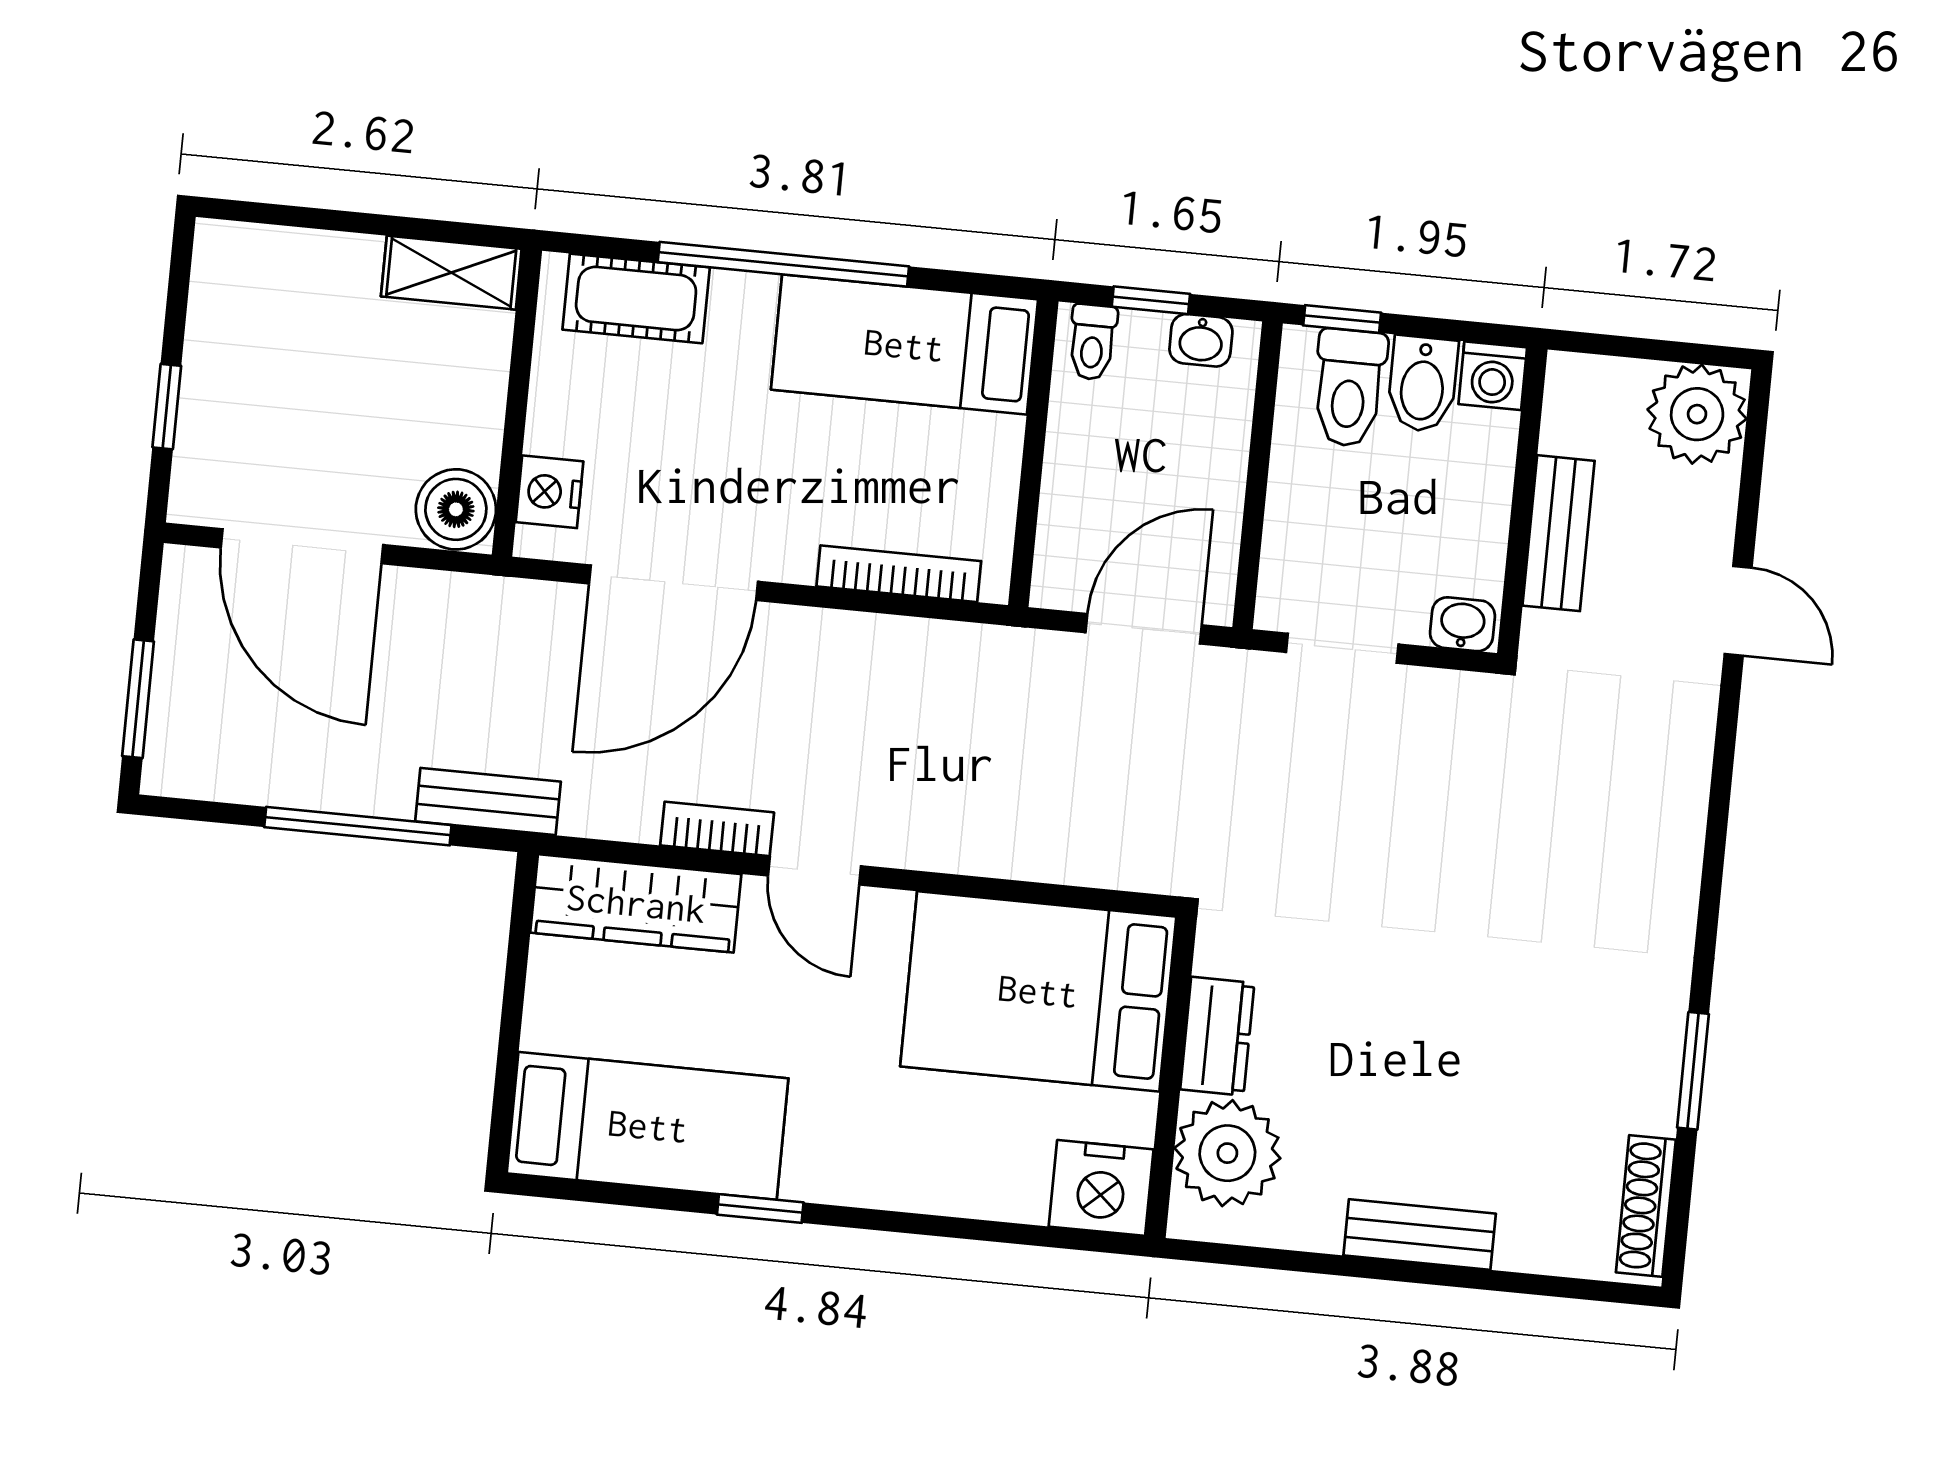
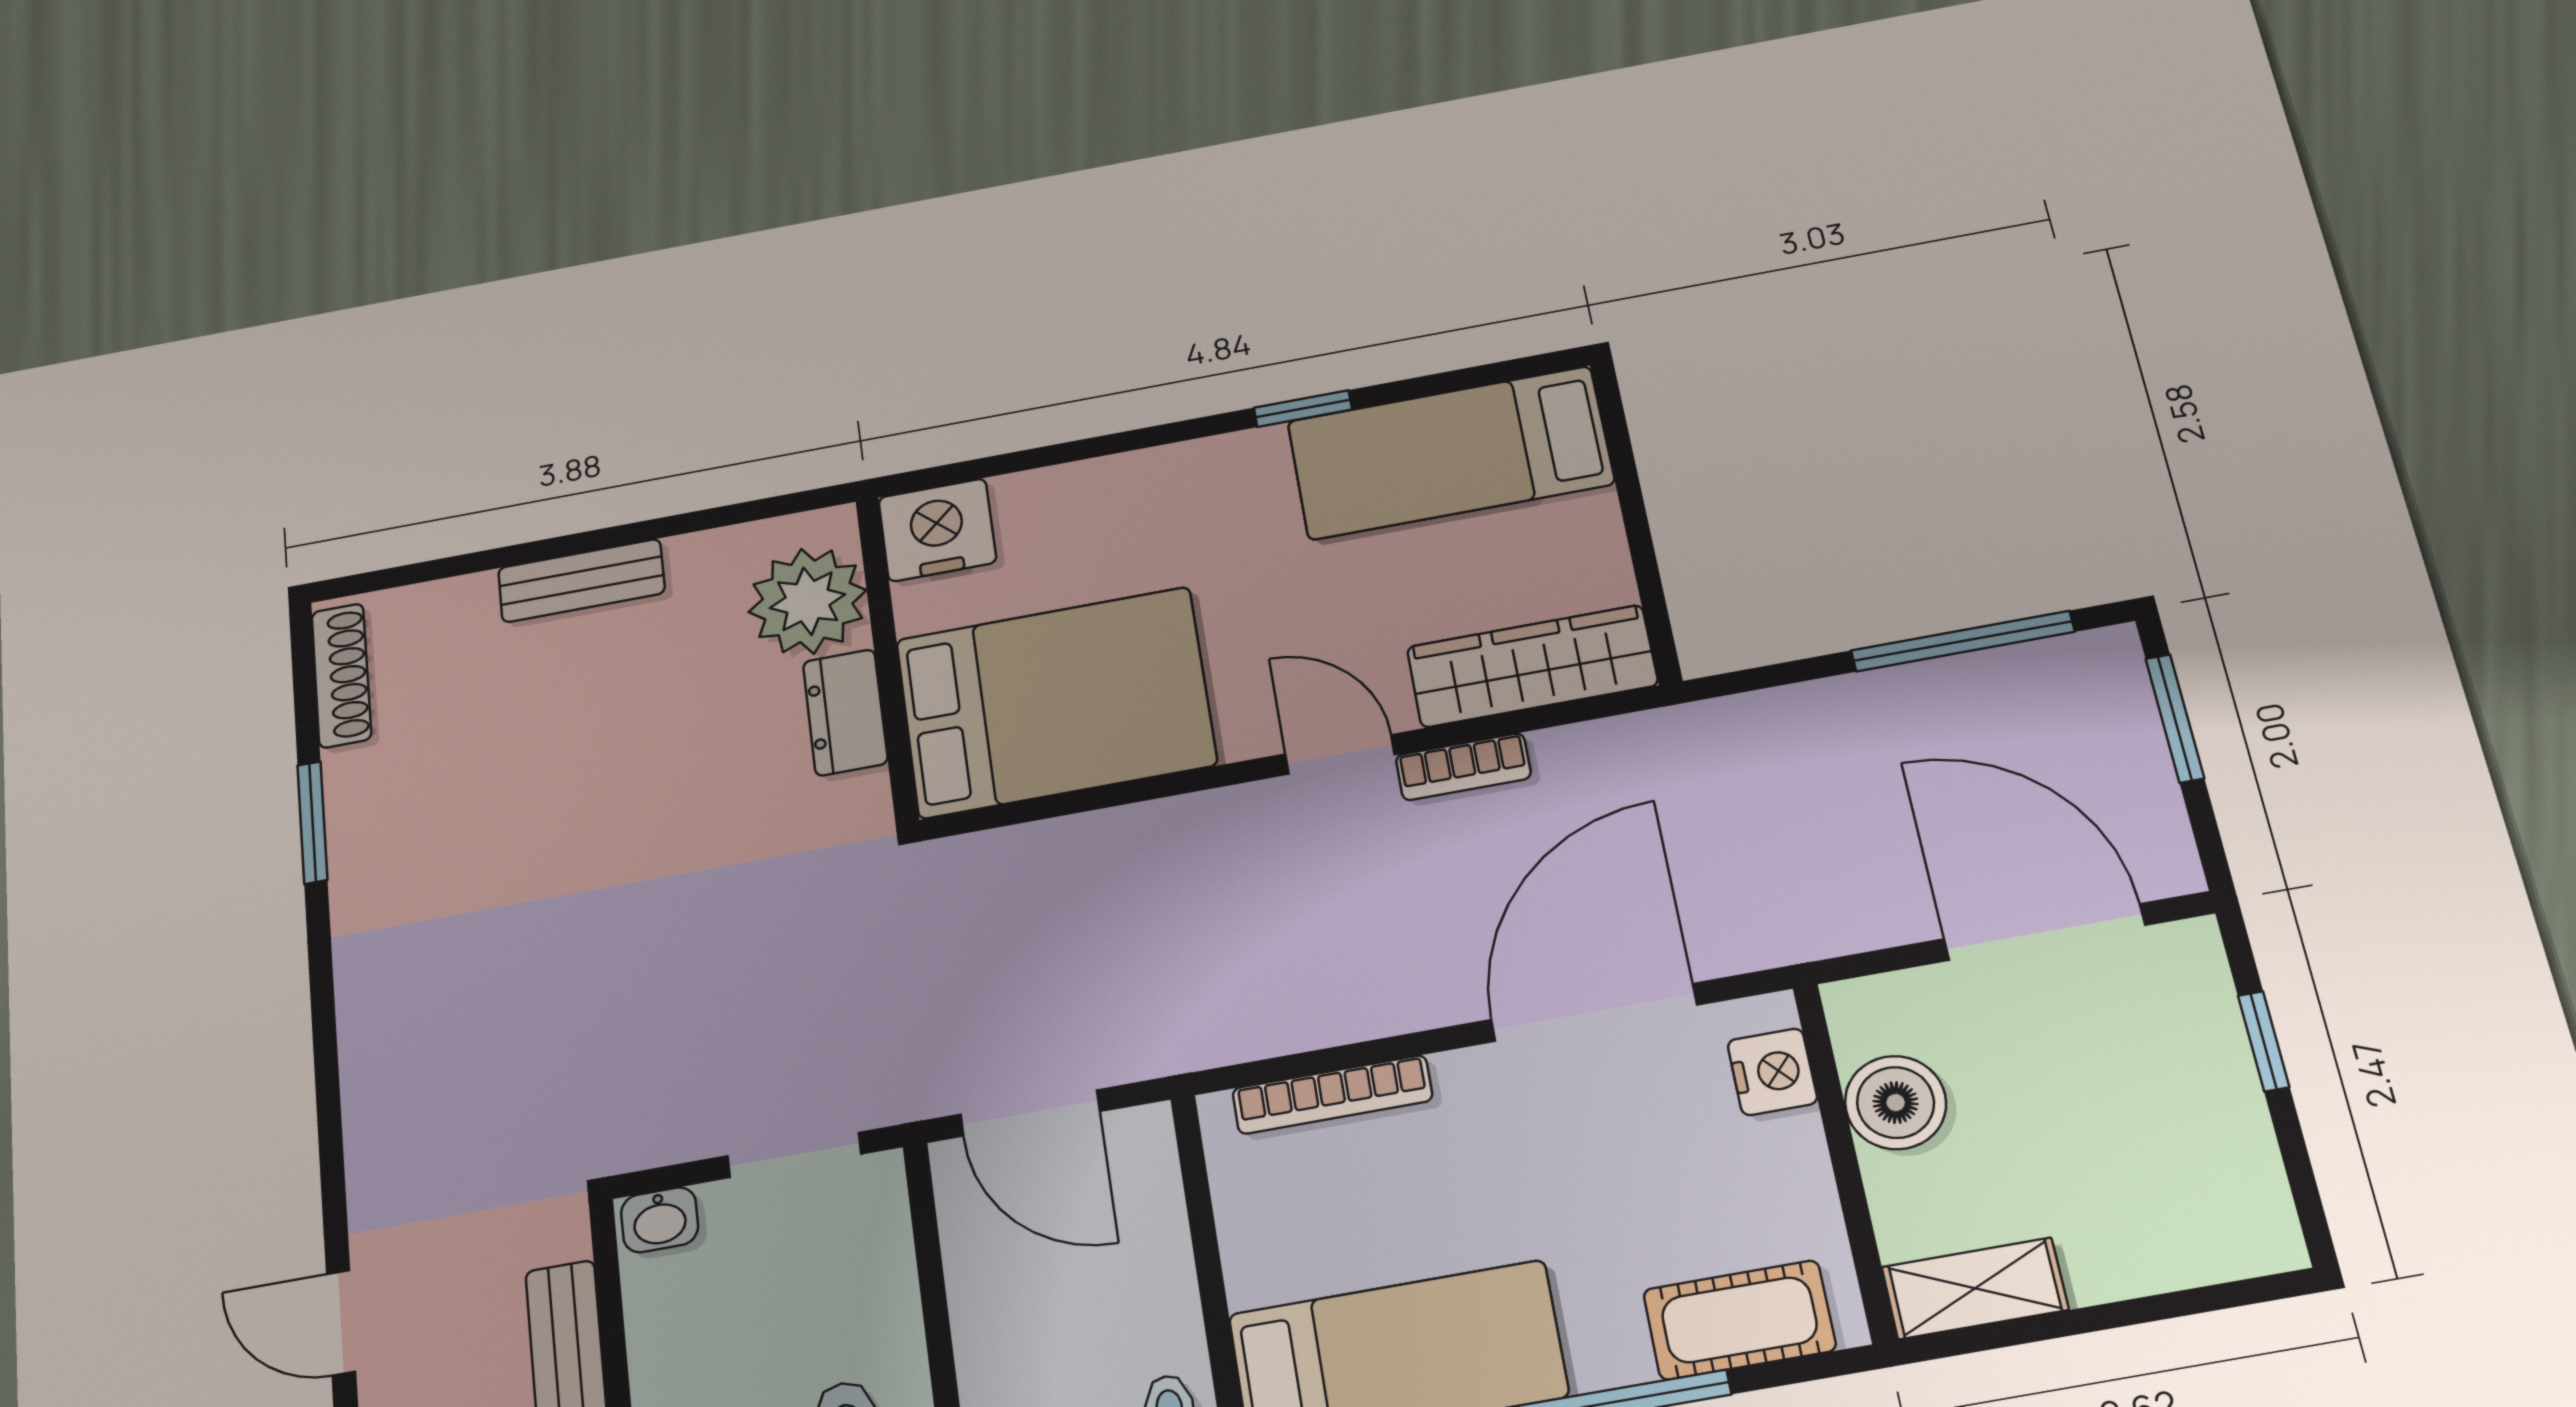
boiler: (456, 509) -> (1896, 1103), moved
door: (1144, 629) -> (1030, 1113), hinge flipped
bench: (488, 802) -> (1734, 723), removed
window: (358, 826) -> (1963, 641), moved

